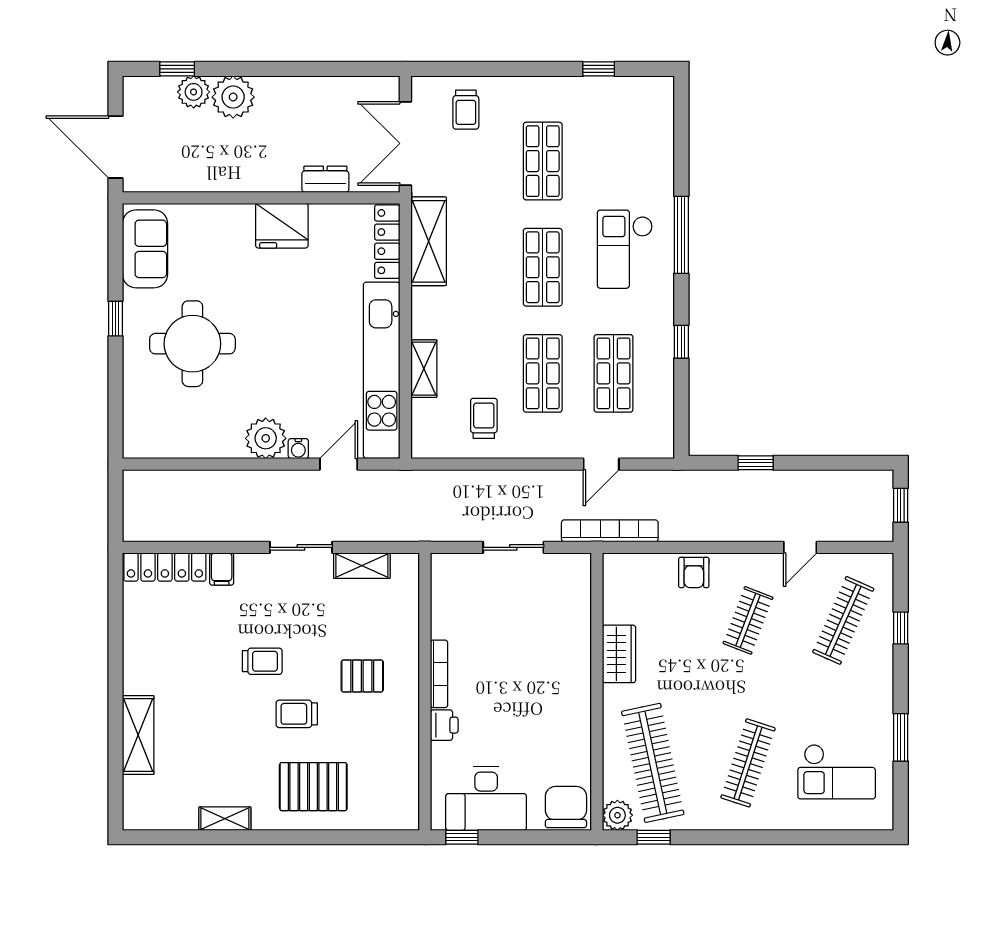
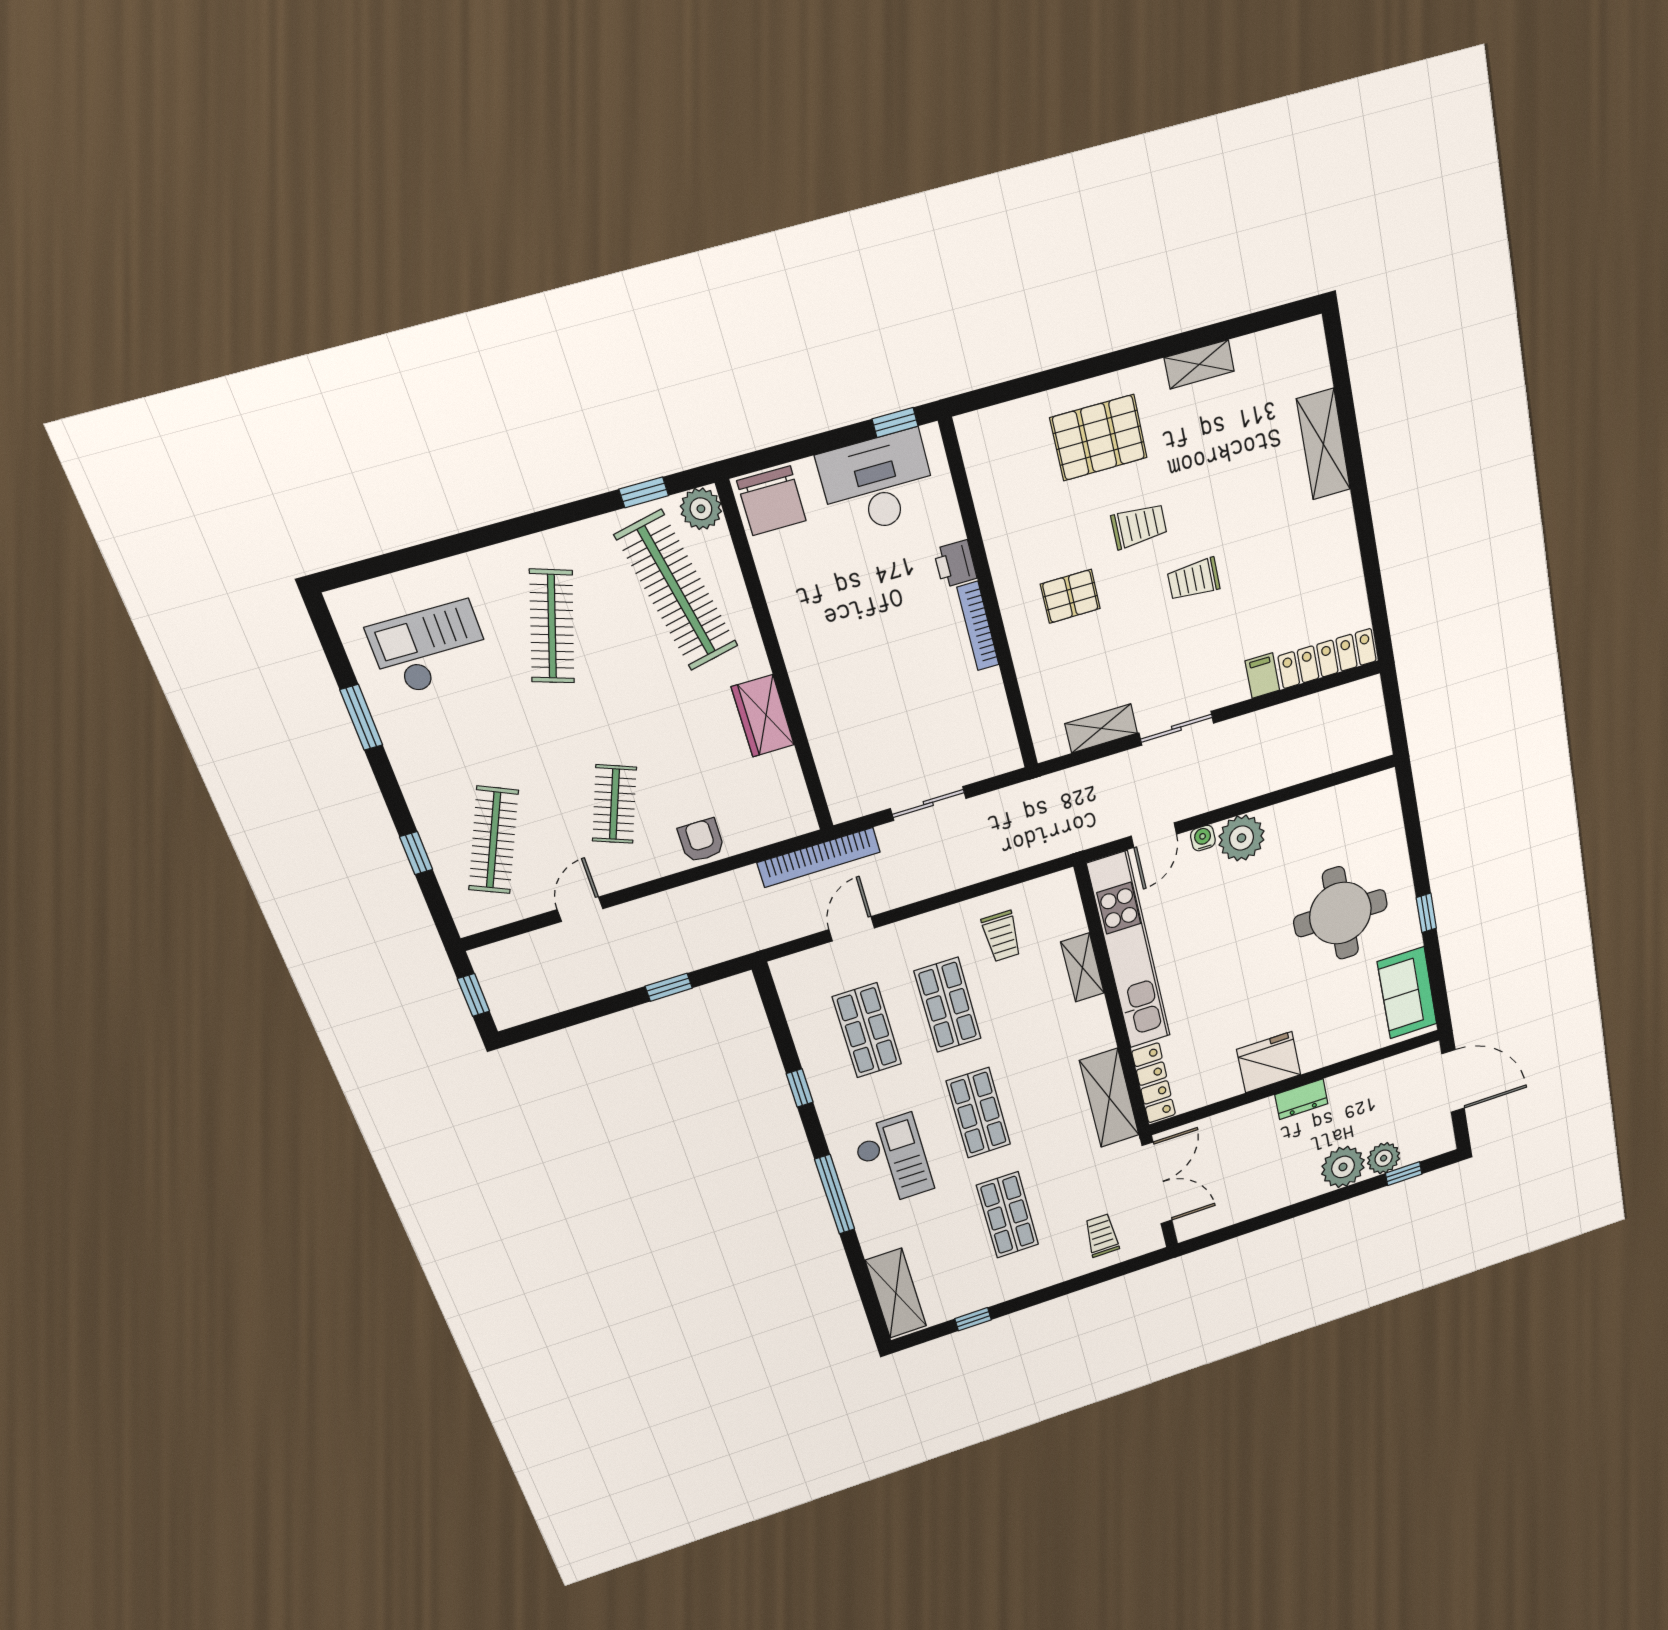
shelving: (657, 121) -> (896, 1293), added
dresser: (325, 179) -> (1301, 1099), moved

